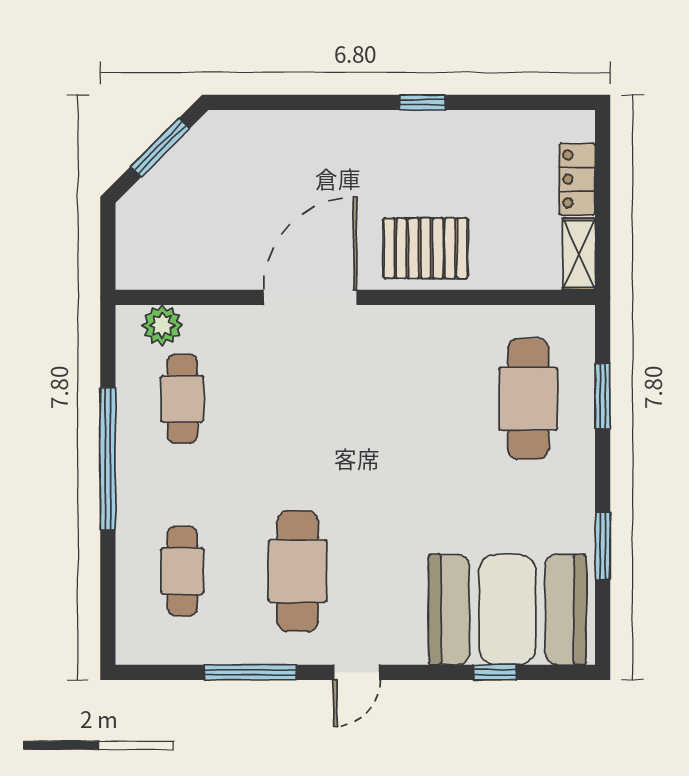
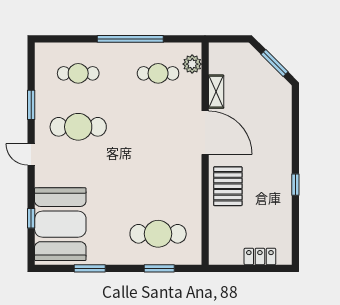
shelving: (579, 254) -> (216, 92), moved, turned 90
window: (250, 672) -> (31, 105), width x0.69

